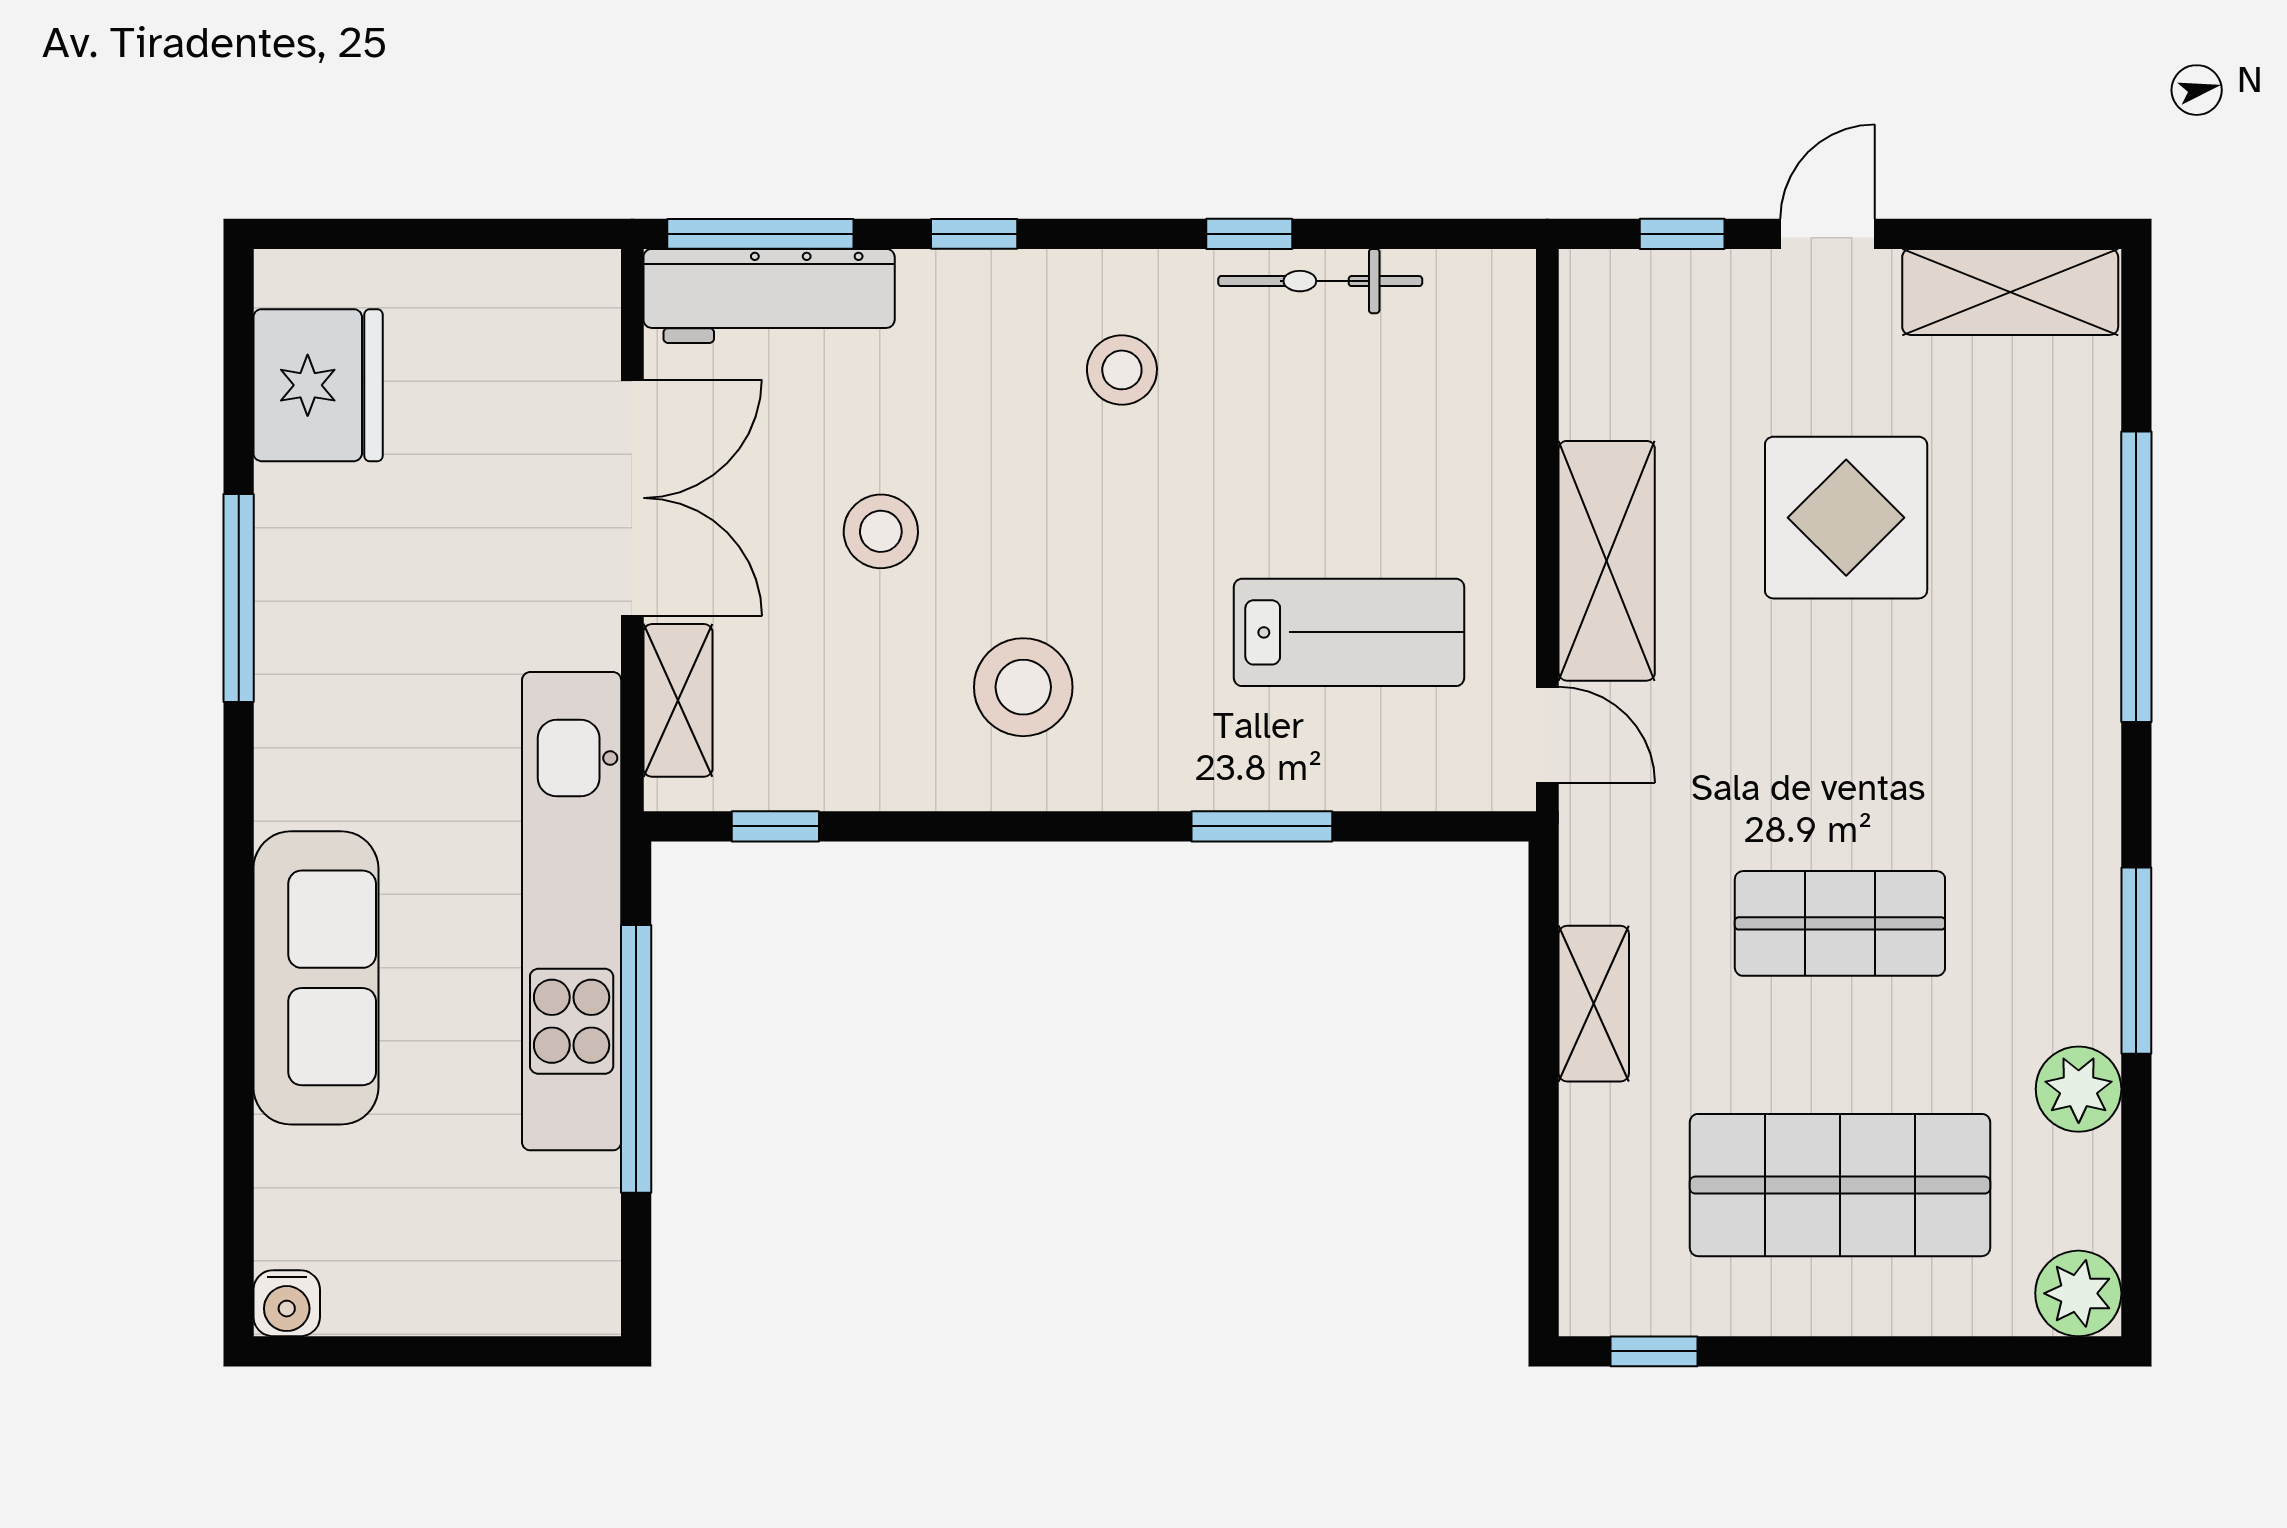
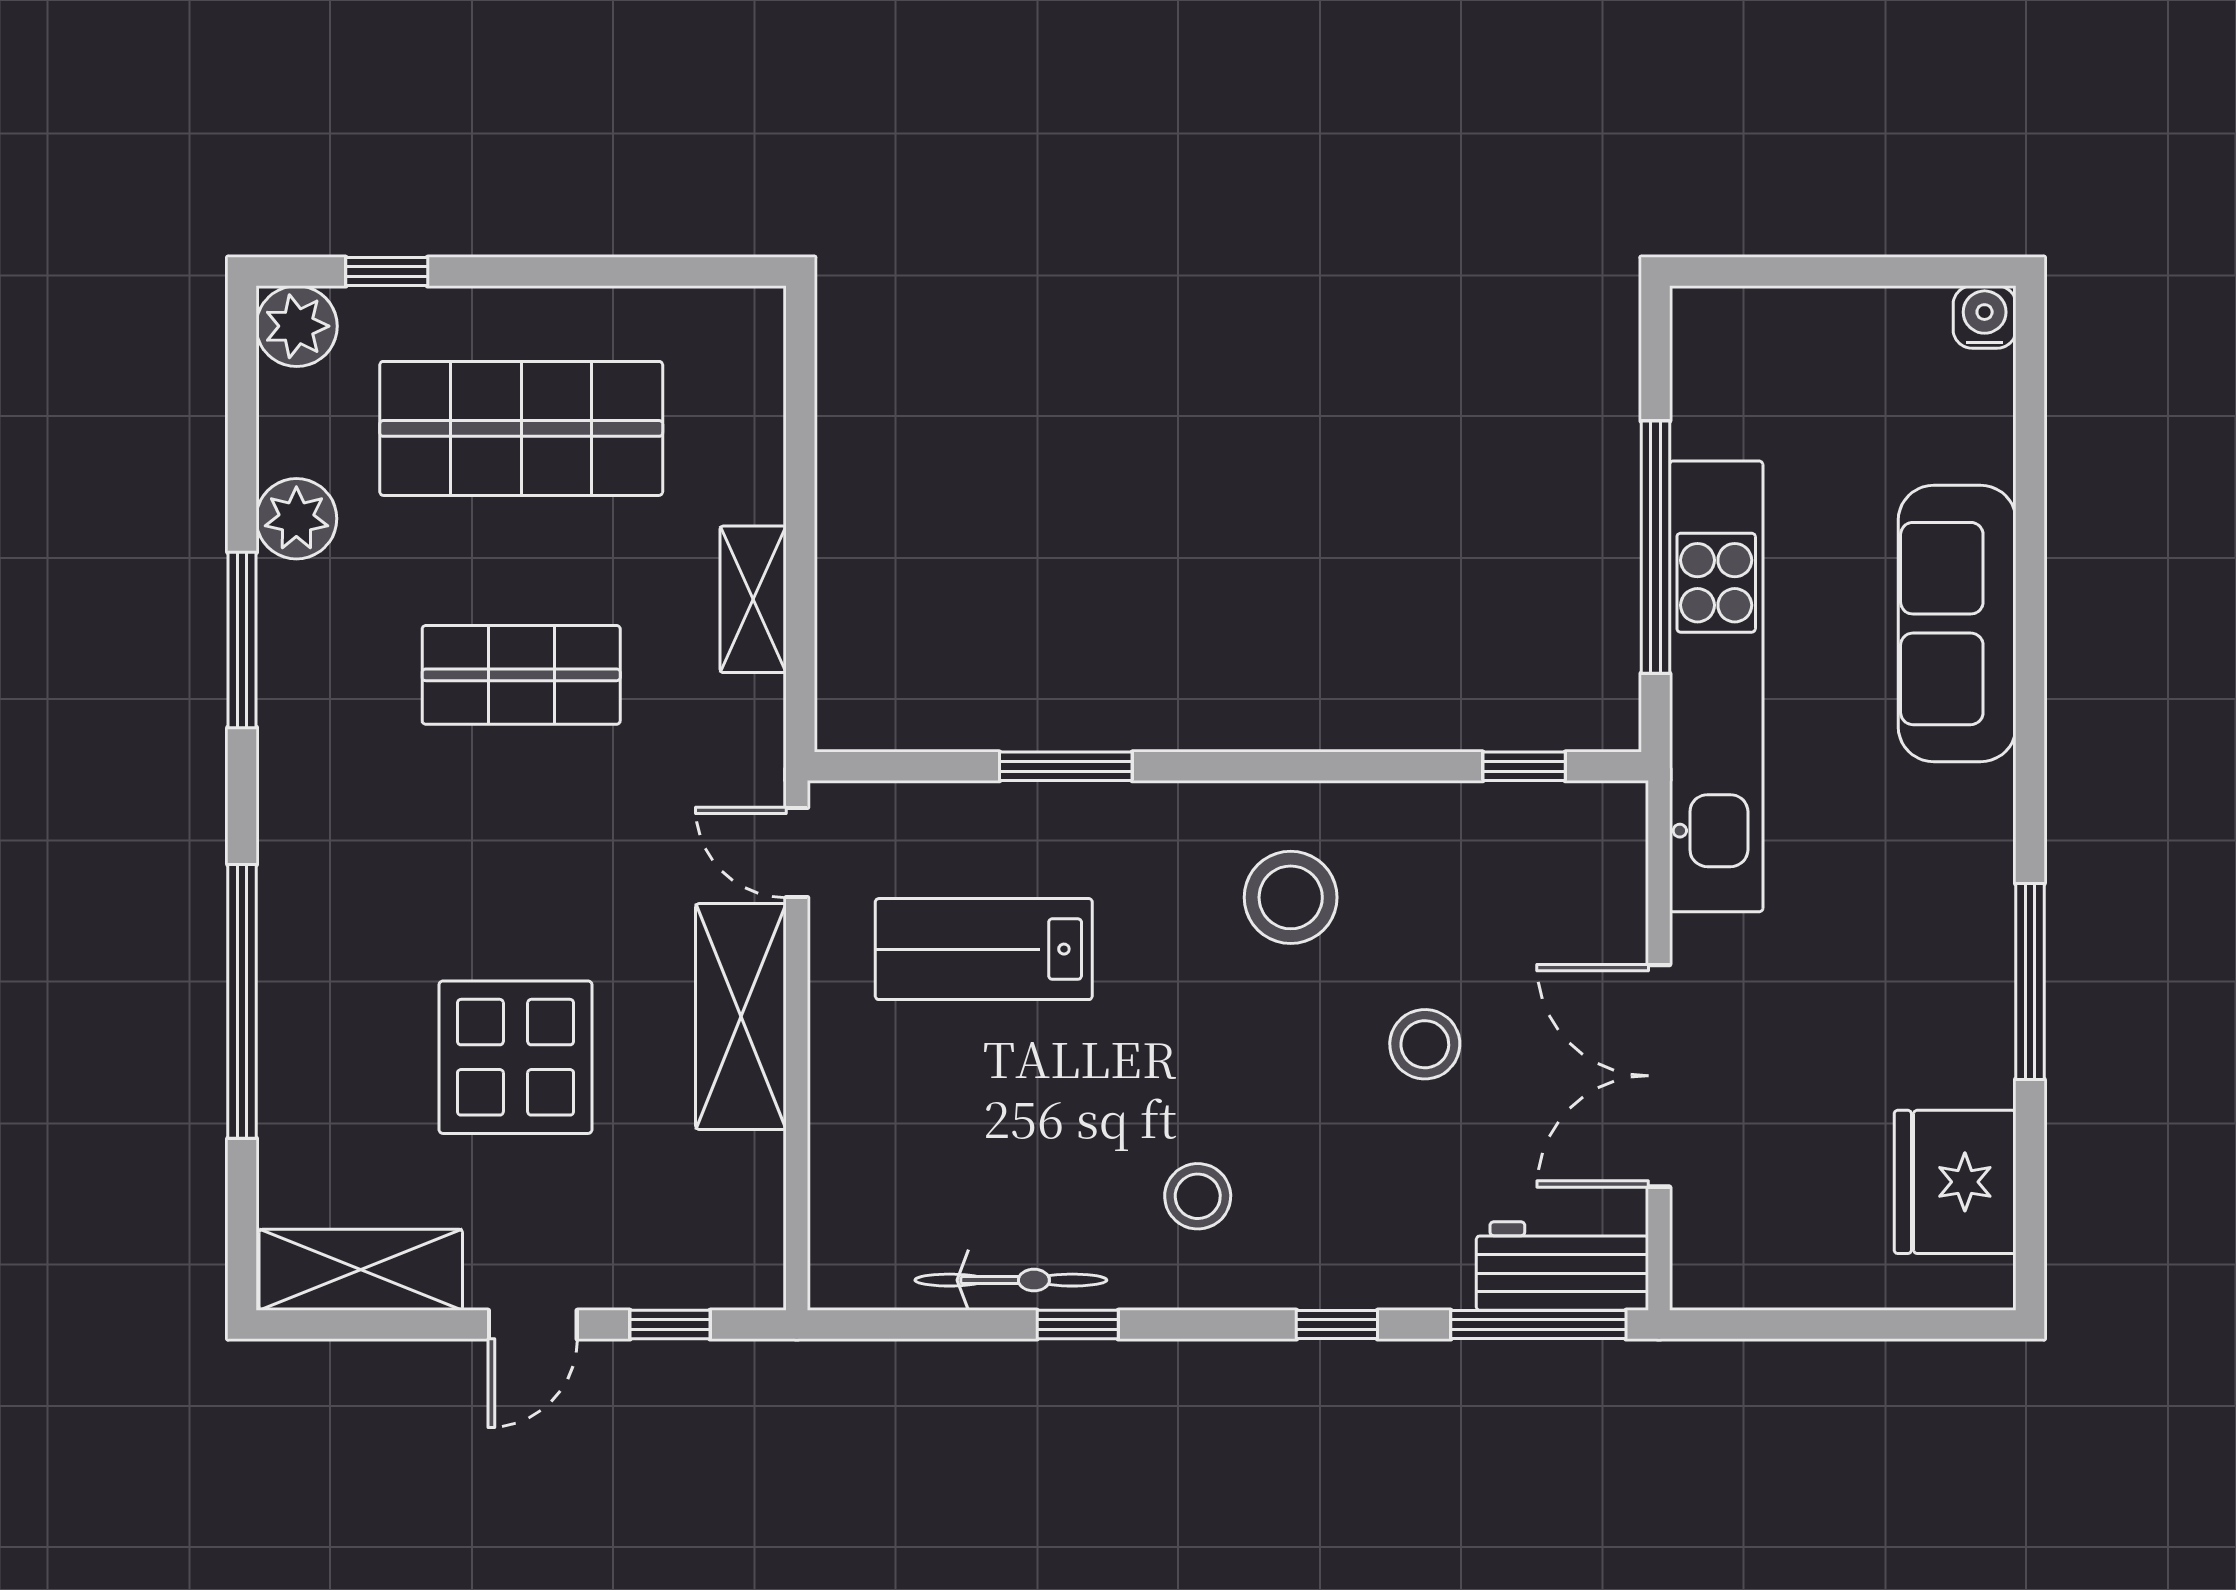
workbench: (769, 296) -> (1562, 1266), width x0.73
shelving: (678, 700) -> (1616, 885), removed
window: (1654, 1351) -> (387, 272), moved

